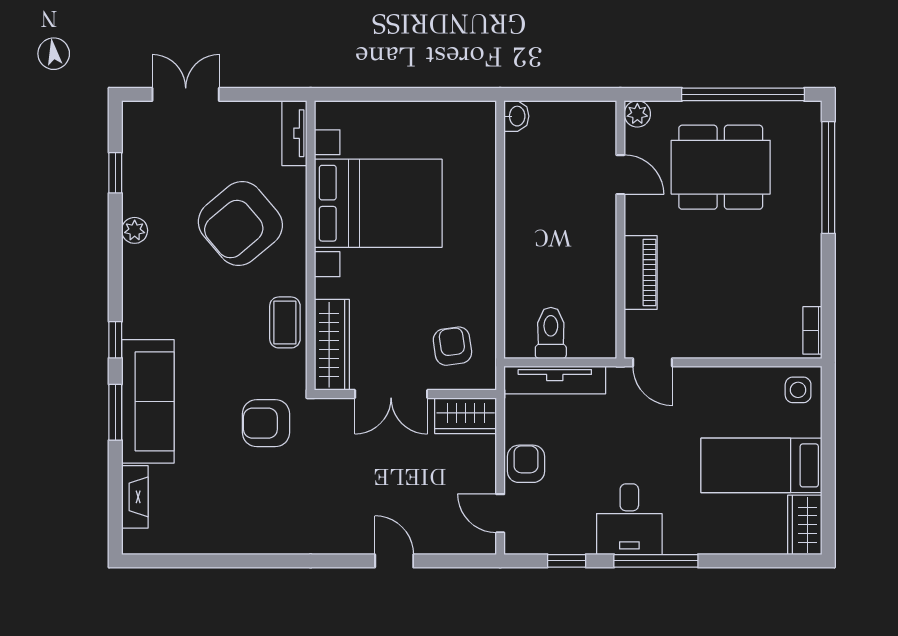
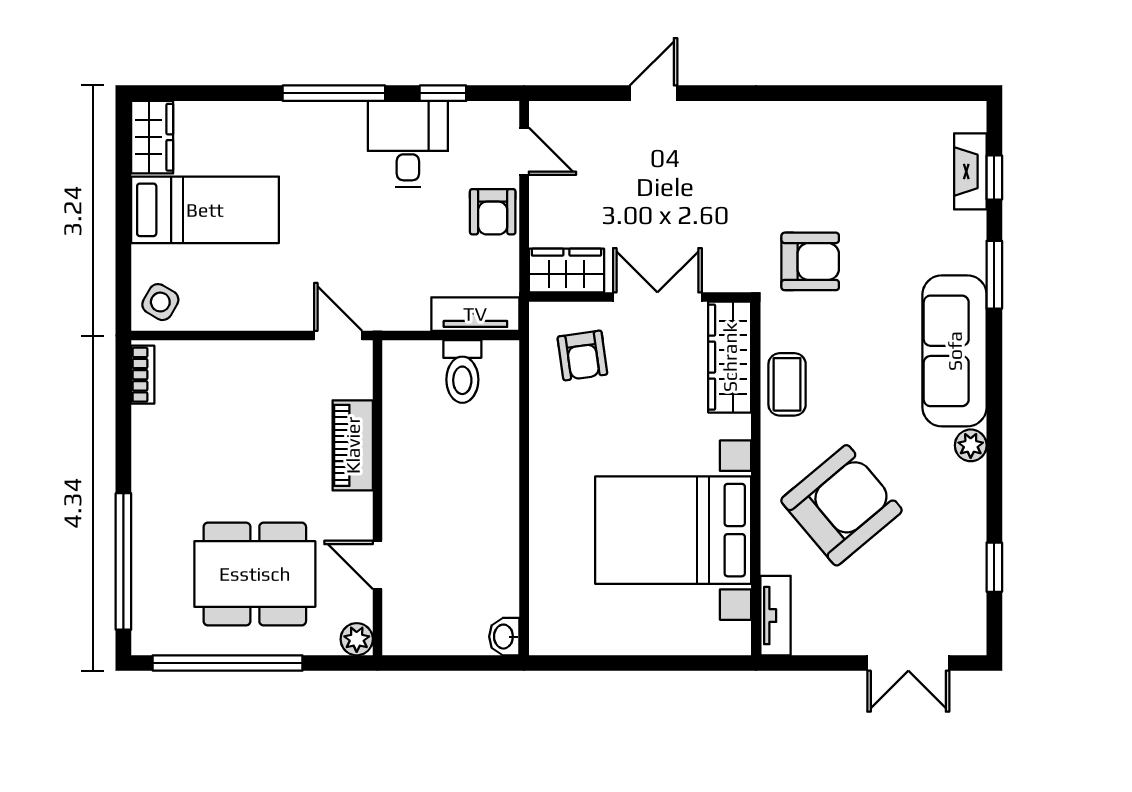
plant: (135, 230) -> (971, 445), moved
window: (115, 340) -> (994, 178), moved
tv unit: (555, 380) -> (475, 314), width x0.71
side table: (798, 390) -> (160, 302), turned 30
sofa: (148, 401) -> (955, 351), moved
desk: (629, 519) -> (408, 144), moved
door: (394, 561) -> (654, 93), swing flipped

